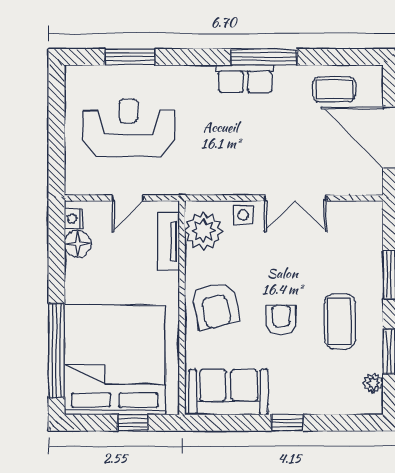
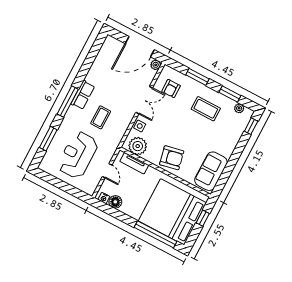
window: (264, 57) -> (68, 102), moved
coffee table: (334, 89) -> (101, 117), moved
plant: (373, 185) -> (156, 65), added
armchair: (281, 320) -> (171, 89), moved, turned -90
window: (287, 423) -> (251, 126), moved

